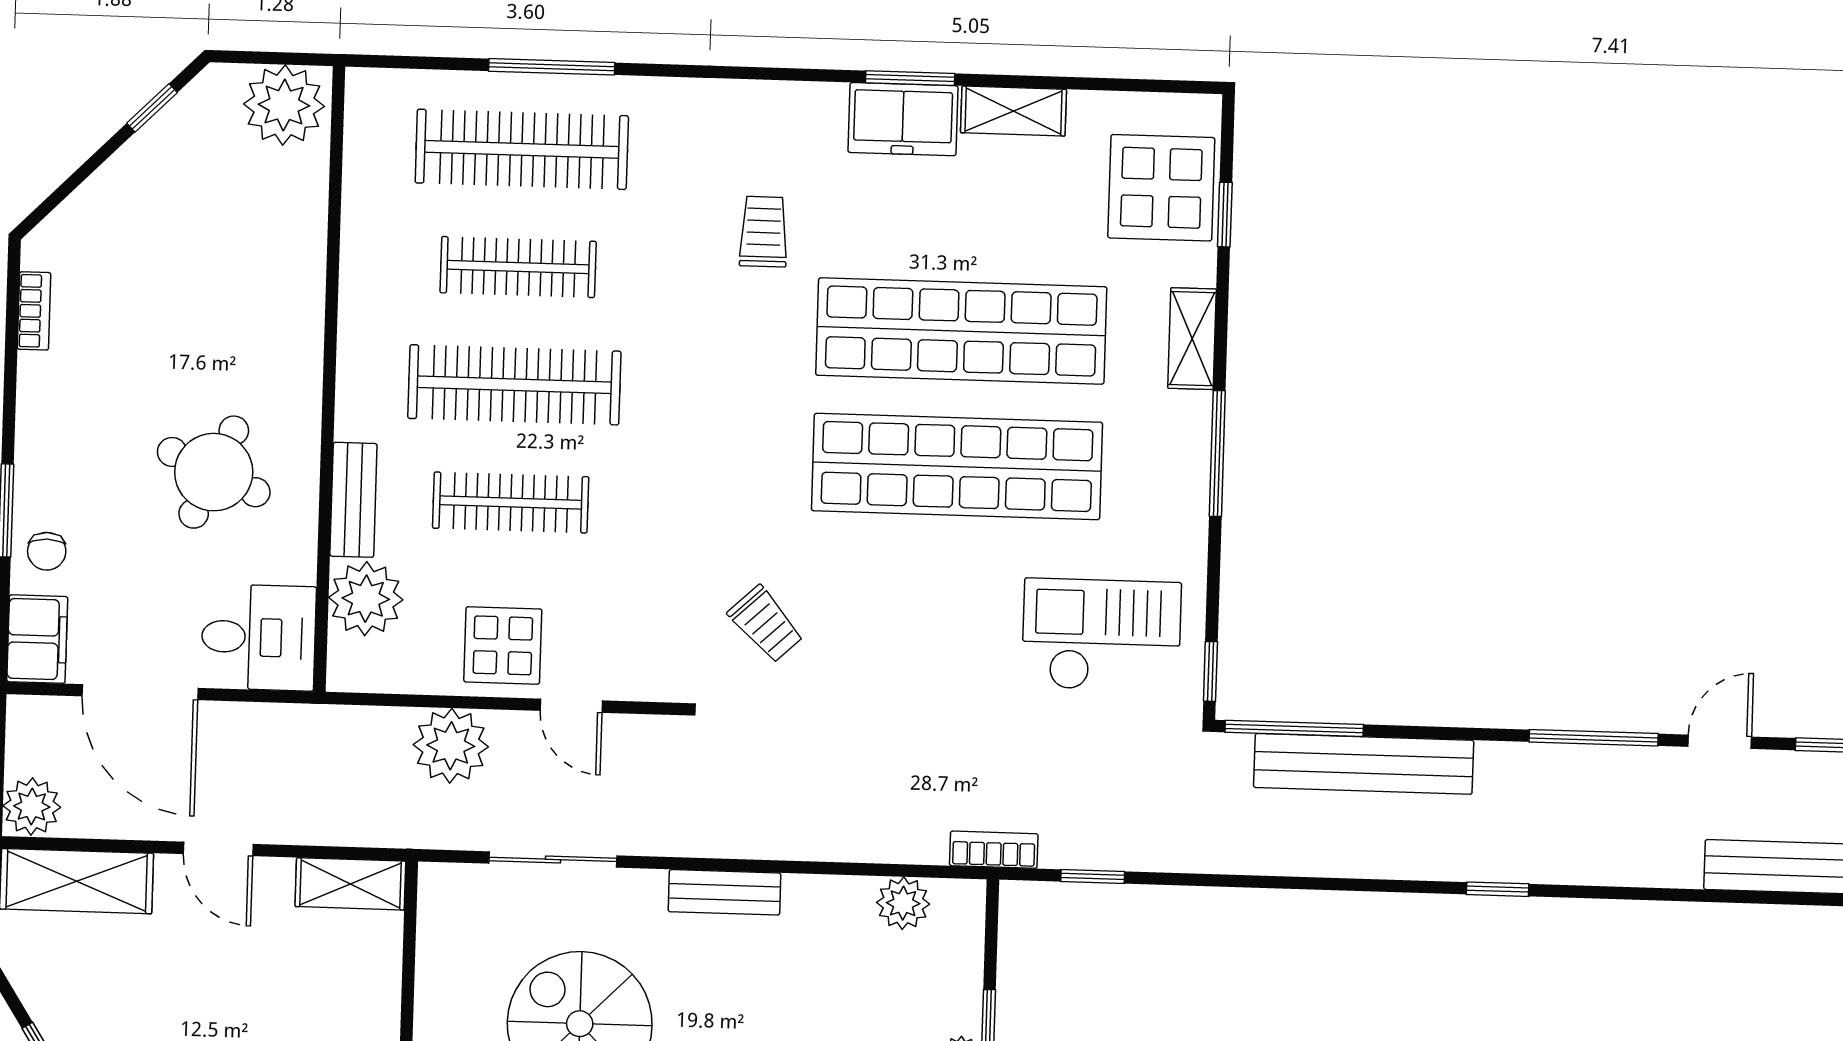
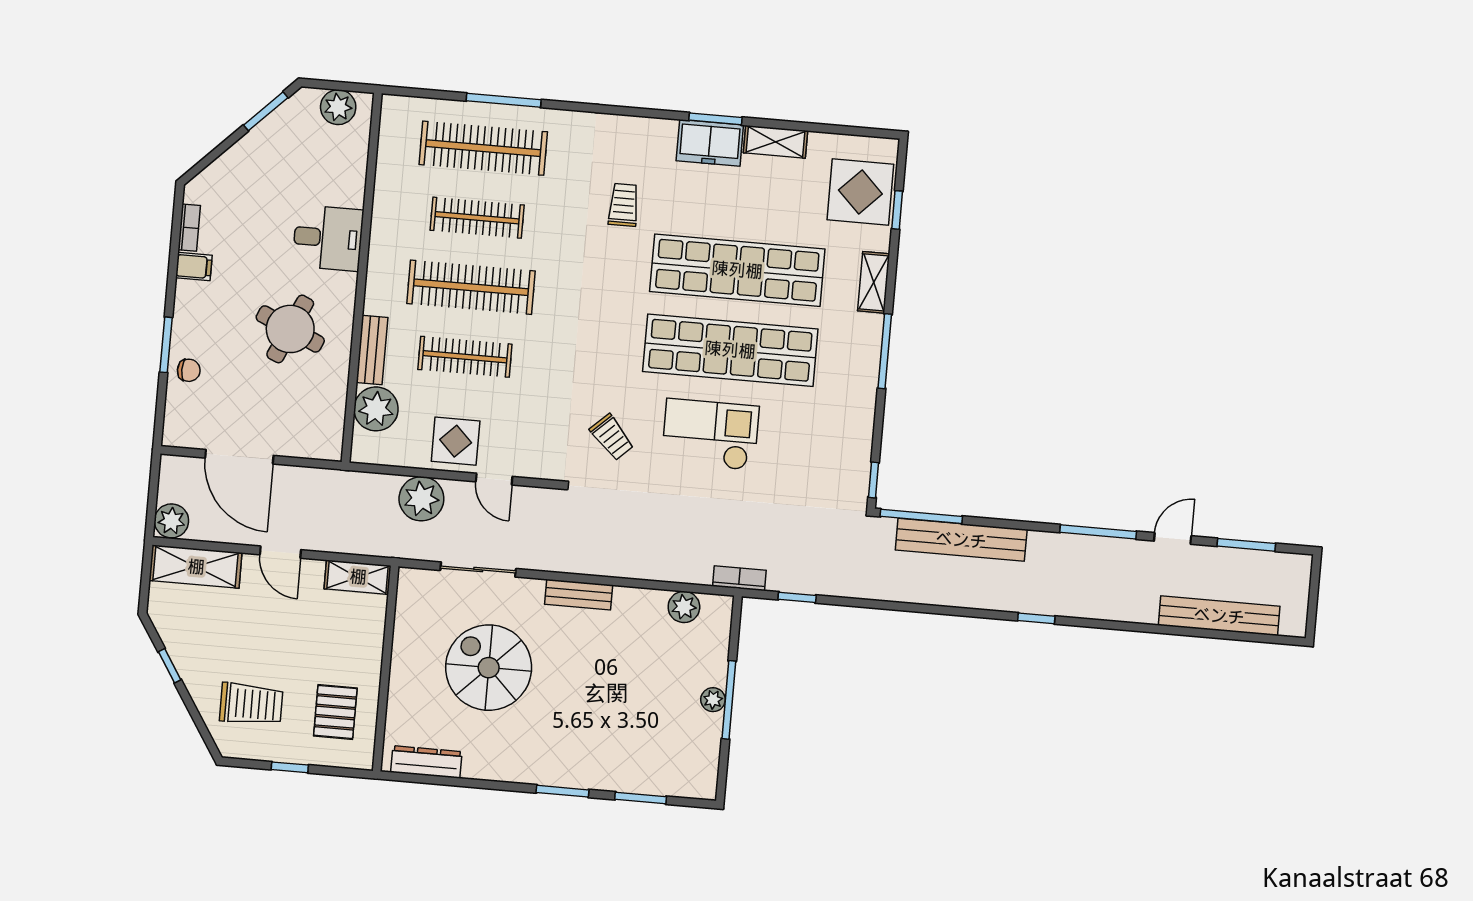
plant: (284, 105) -> (338, 107), width x0.73, depth x0.73
window: (152, 108) -> (266, 111), width x1.50
chair: (47, 551) -> (189, 370), turned -90
checkout: (1101, 635) -> (710, 434), moved
desk: (259, 637) -> (328, 238), moved
filing cabinet: (37, 639) -> (194, 267), moved, width x0.50

